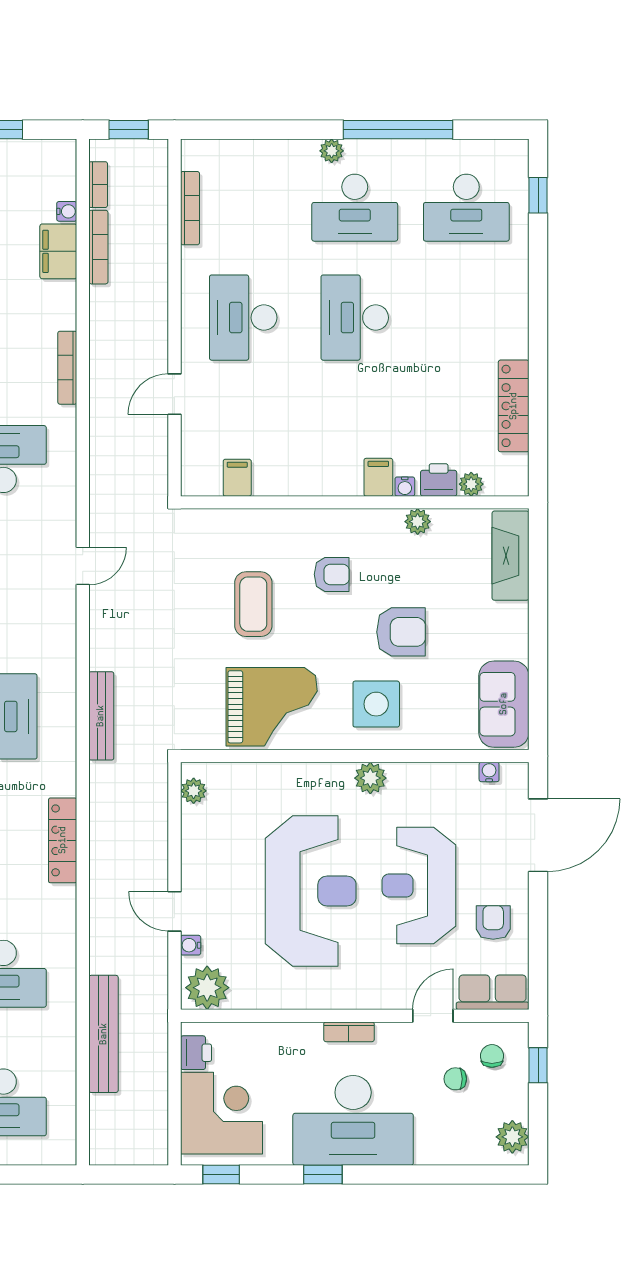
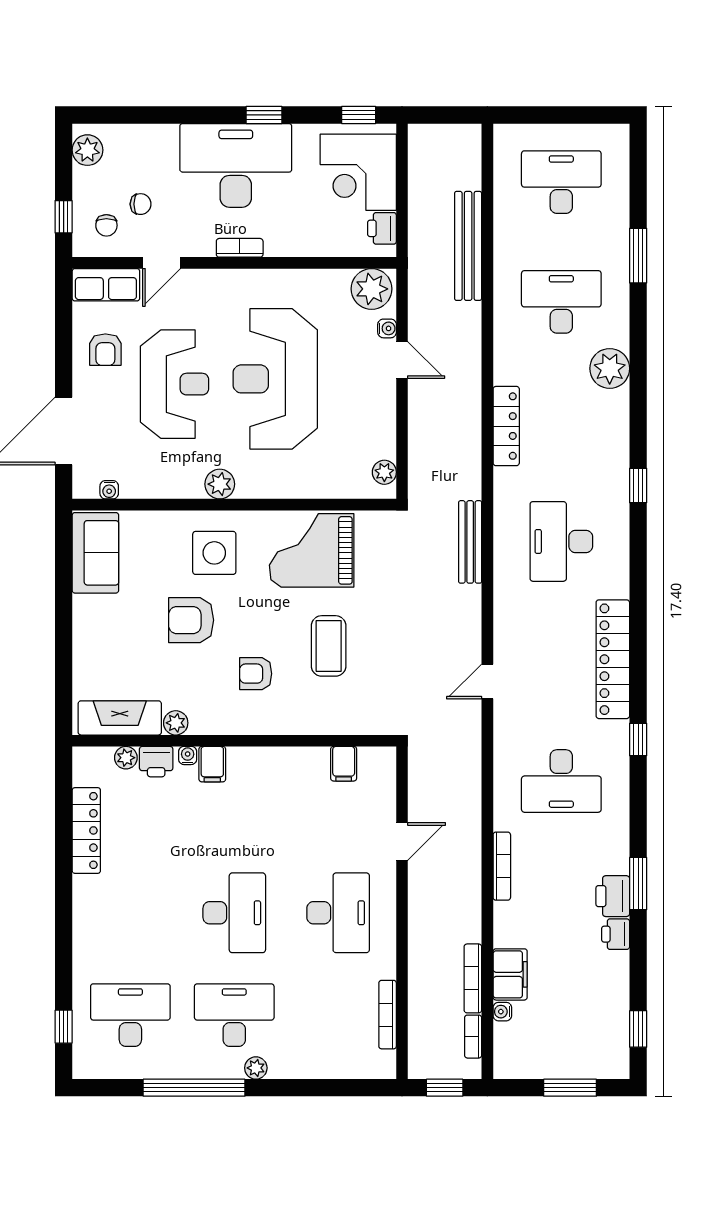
fireplace: (511, 556) -> (120, 718), moved, turned -90

